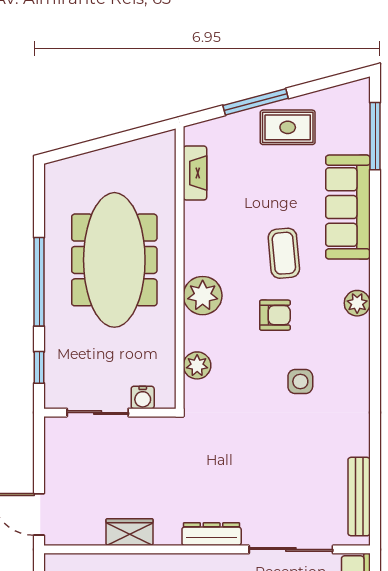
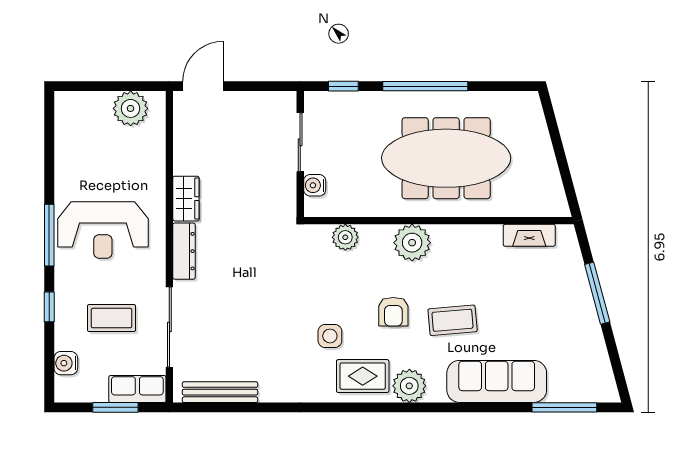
rug: (288, 127) -> (363, 376), moved, turned 90
plant: (357, 303) -> (409, 386), width x1.36, depth x1.36
wardrobe: (130, 532) -> (186, 199), moved

